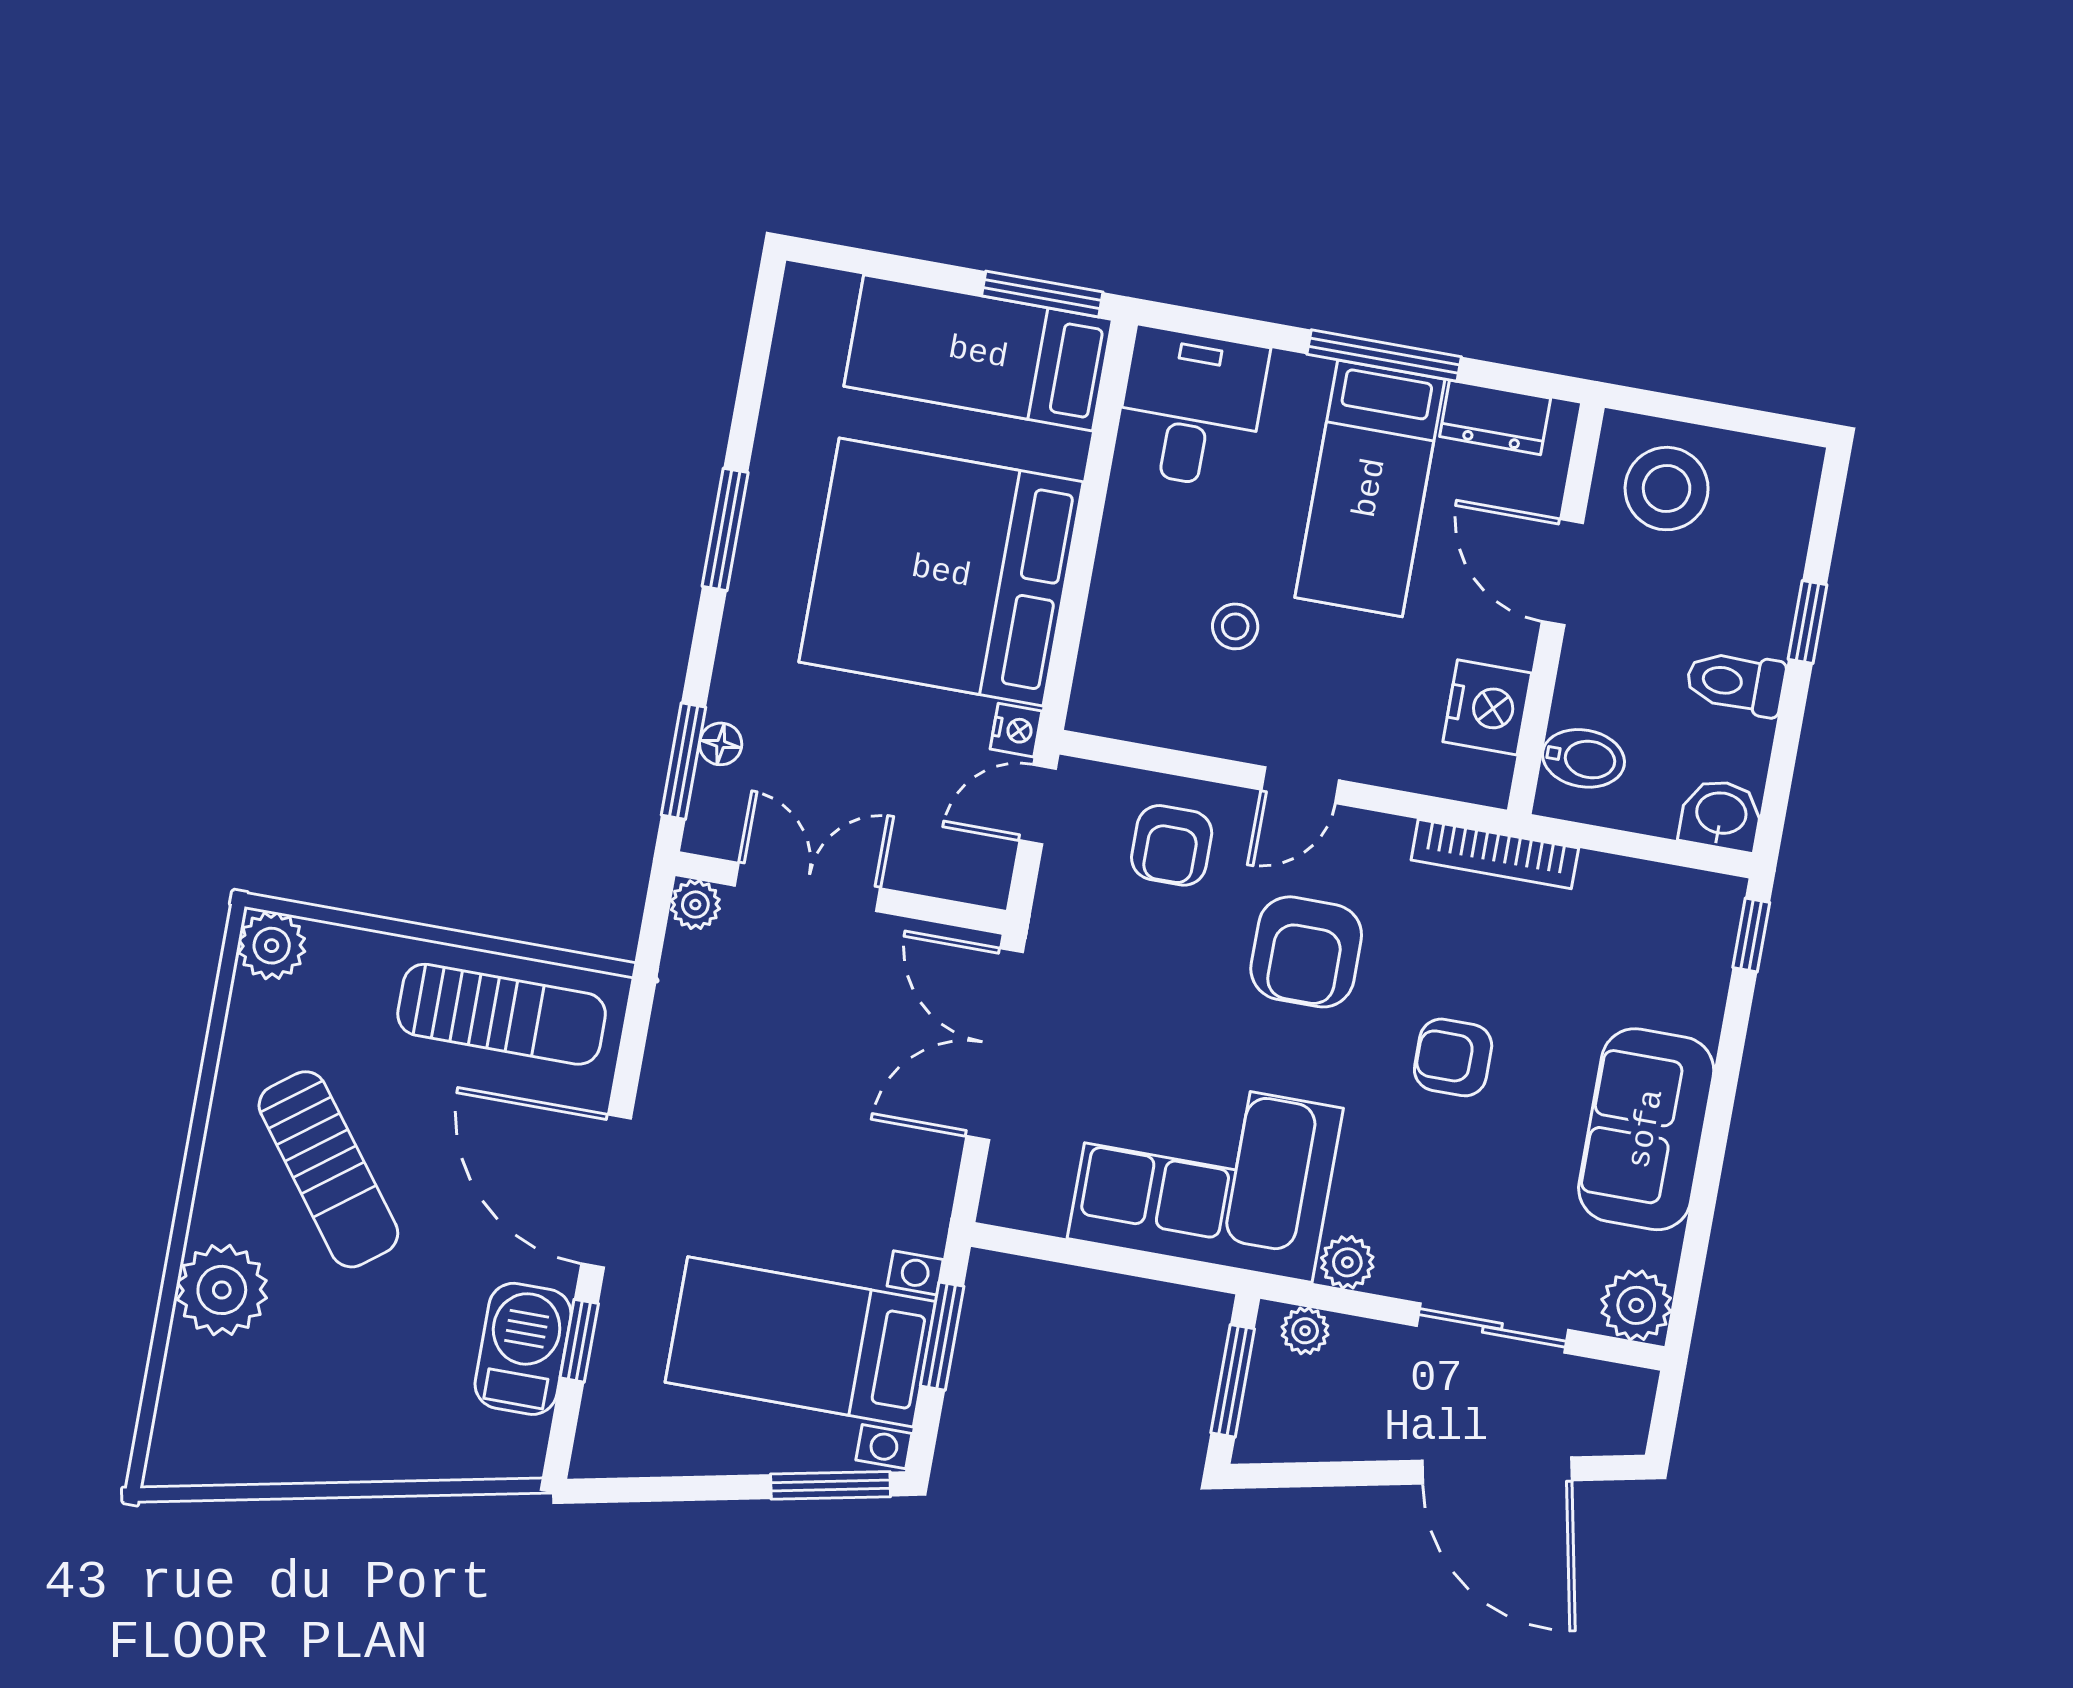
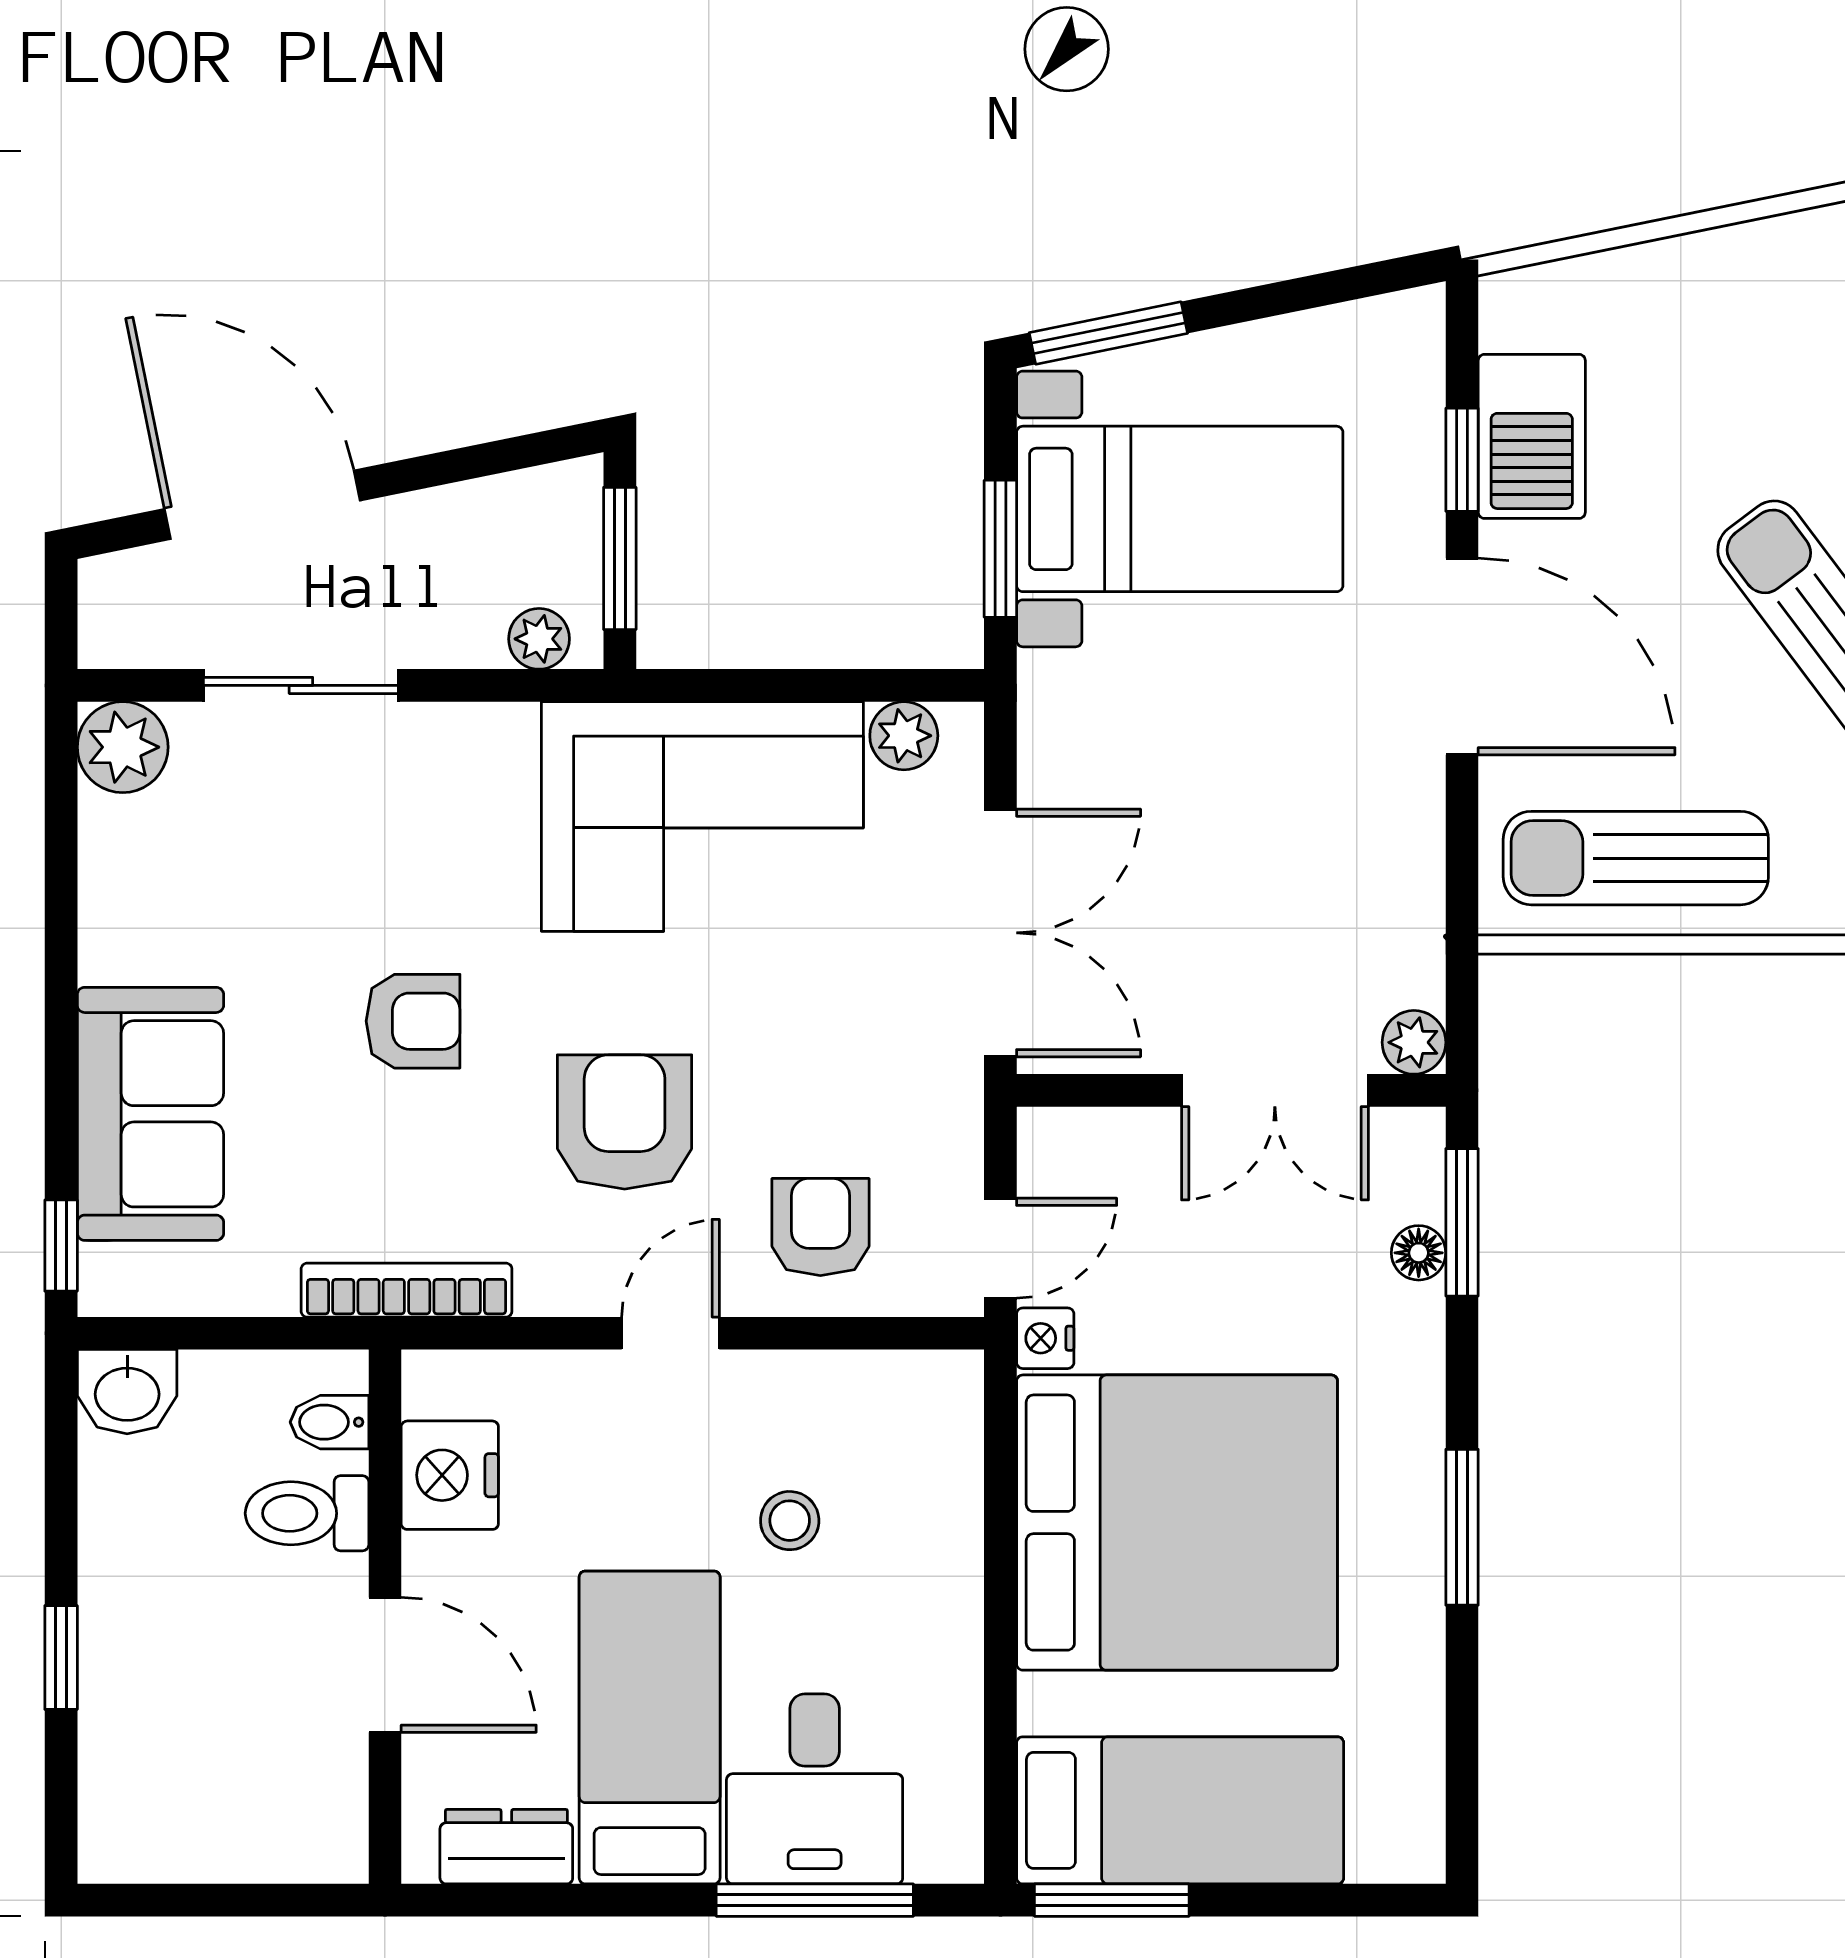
window: (1384, 355) -> (815, 1900), moved
desk: (1191, 408) -> (815, 1789), moved
stool: (1667, 489) -> (271, 1795), removed
toilet: (1735, 683) -> (307, 1513), moved, turned 180
bidet: (1584, 758) -> (330, 1422), width x0.72, depth x0.74
sofa: (1646, 1129) -> (150, 1114), moved
plant: (1347, 1262) -> (904, 736), moved

